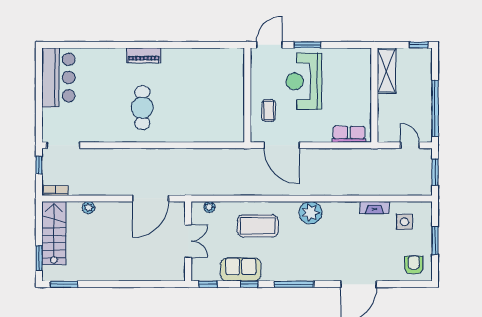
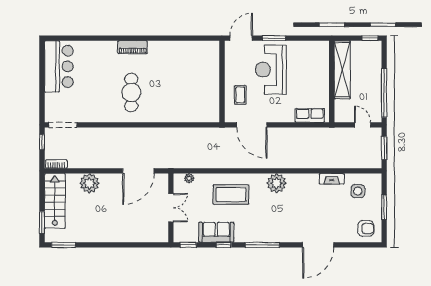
shelving: (387, 71) -> (342, 70), width x1.47
plant: (89, 207) -> (89, 183), width x1.88, depth x1.88
armchair: (414, 265) -> (366, 228), turned 91

